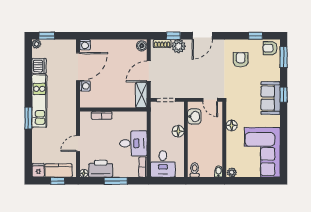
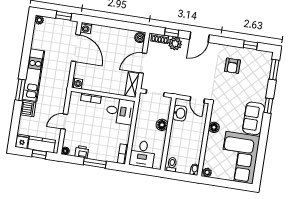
window: (47, 36) -> (64, 16), moved
armchair: (270, 48) -> (262, 59), removed
armchair: (241, 60) -> (232, 66), turned 180
dishwasher: (39, 66) -> (28, 109), moved
door: (78, 67) -> (76, 48), hinge flipped
washing machine: (85, 86) -> (77, 83), moved
sofa: (270, 98) -> (254, 118), moved
desk: (133, 143) -> (120, 111), moved
printer: (101, 169) -> (82, 152), width x0.53, depth x0.68

